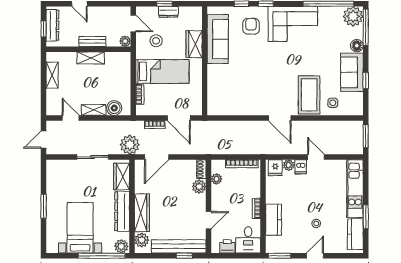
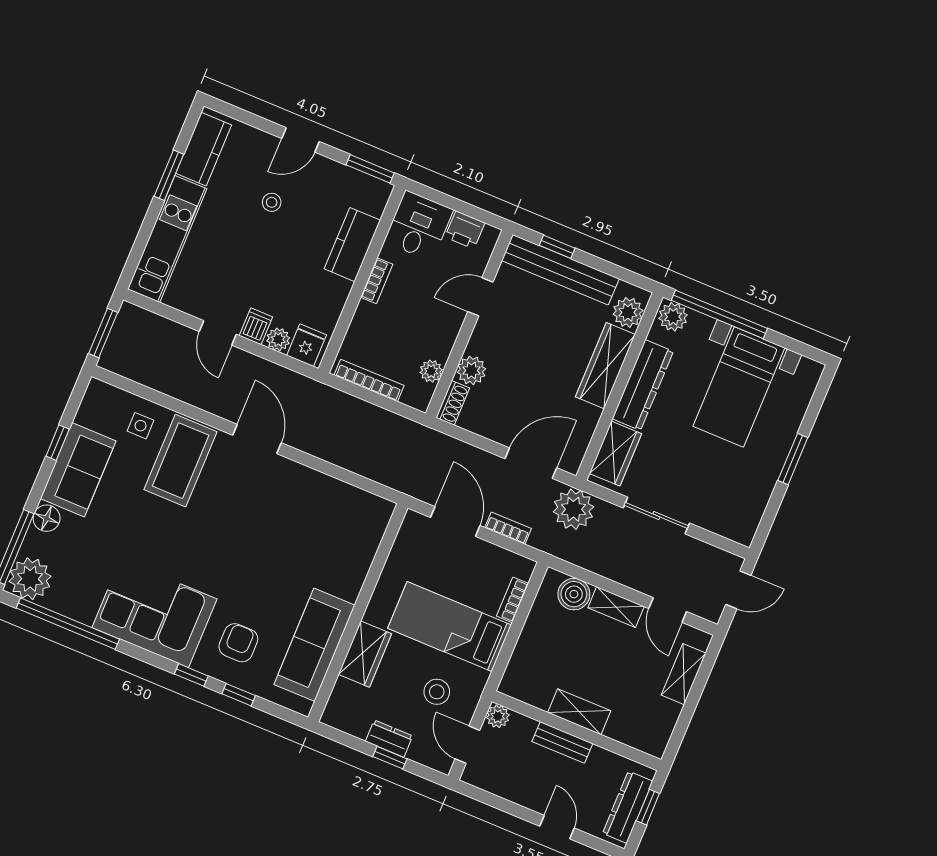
armchair: (251, 26) -> (238, 643), turned 180
shelving: (52, 75) -> (684, 674), moved

